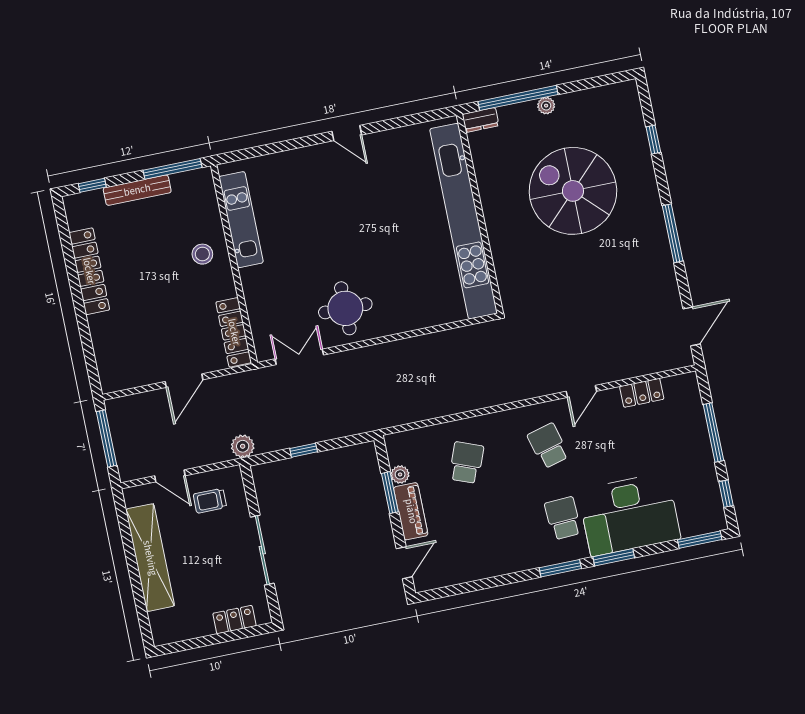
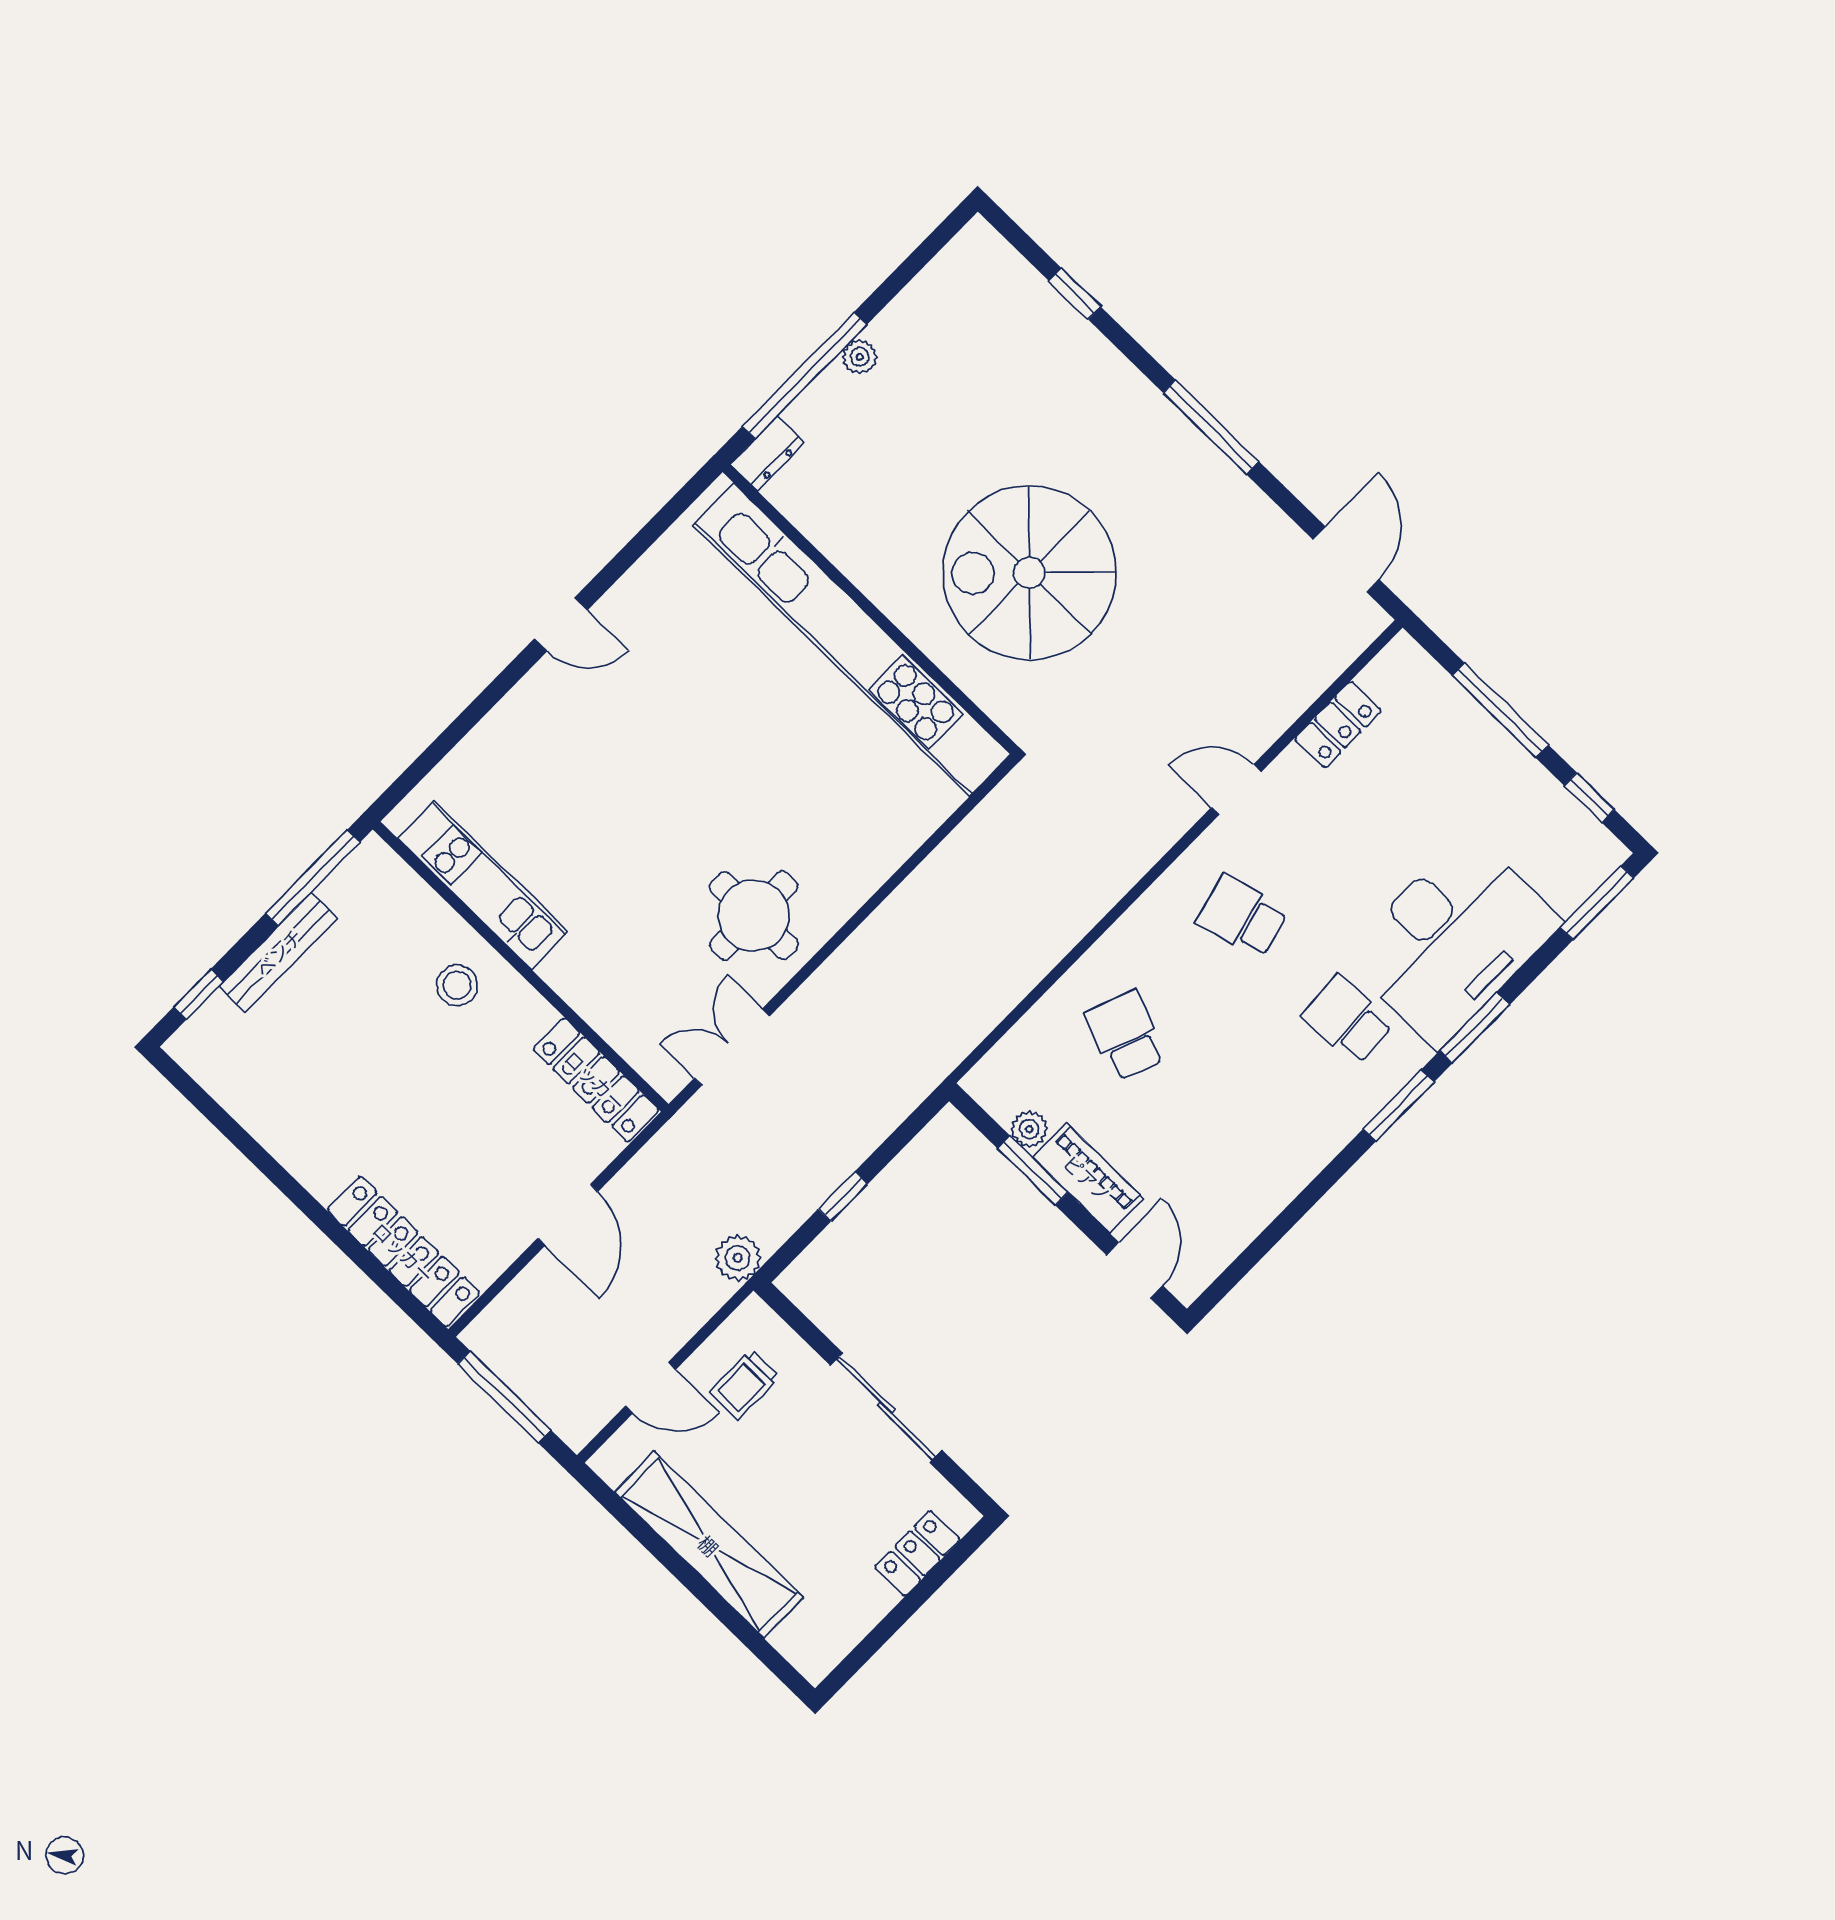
spiral stairs: (573, 191) -> (1029, 573), moved
locker: (89, 271) -> (404, 1252), moved
door: (581, 391) -> (1236, 790), swing flipped

